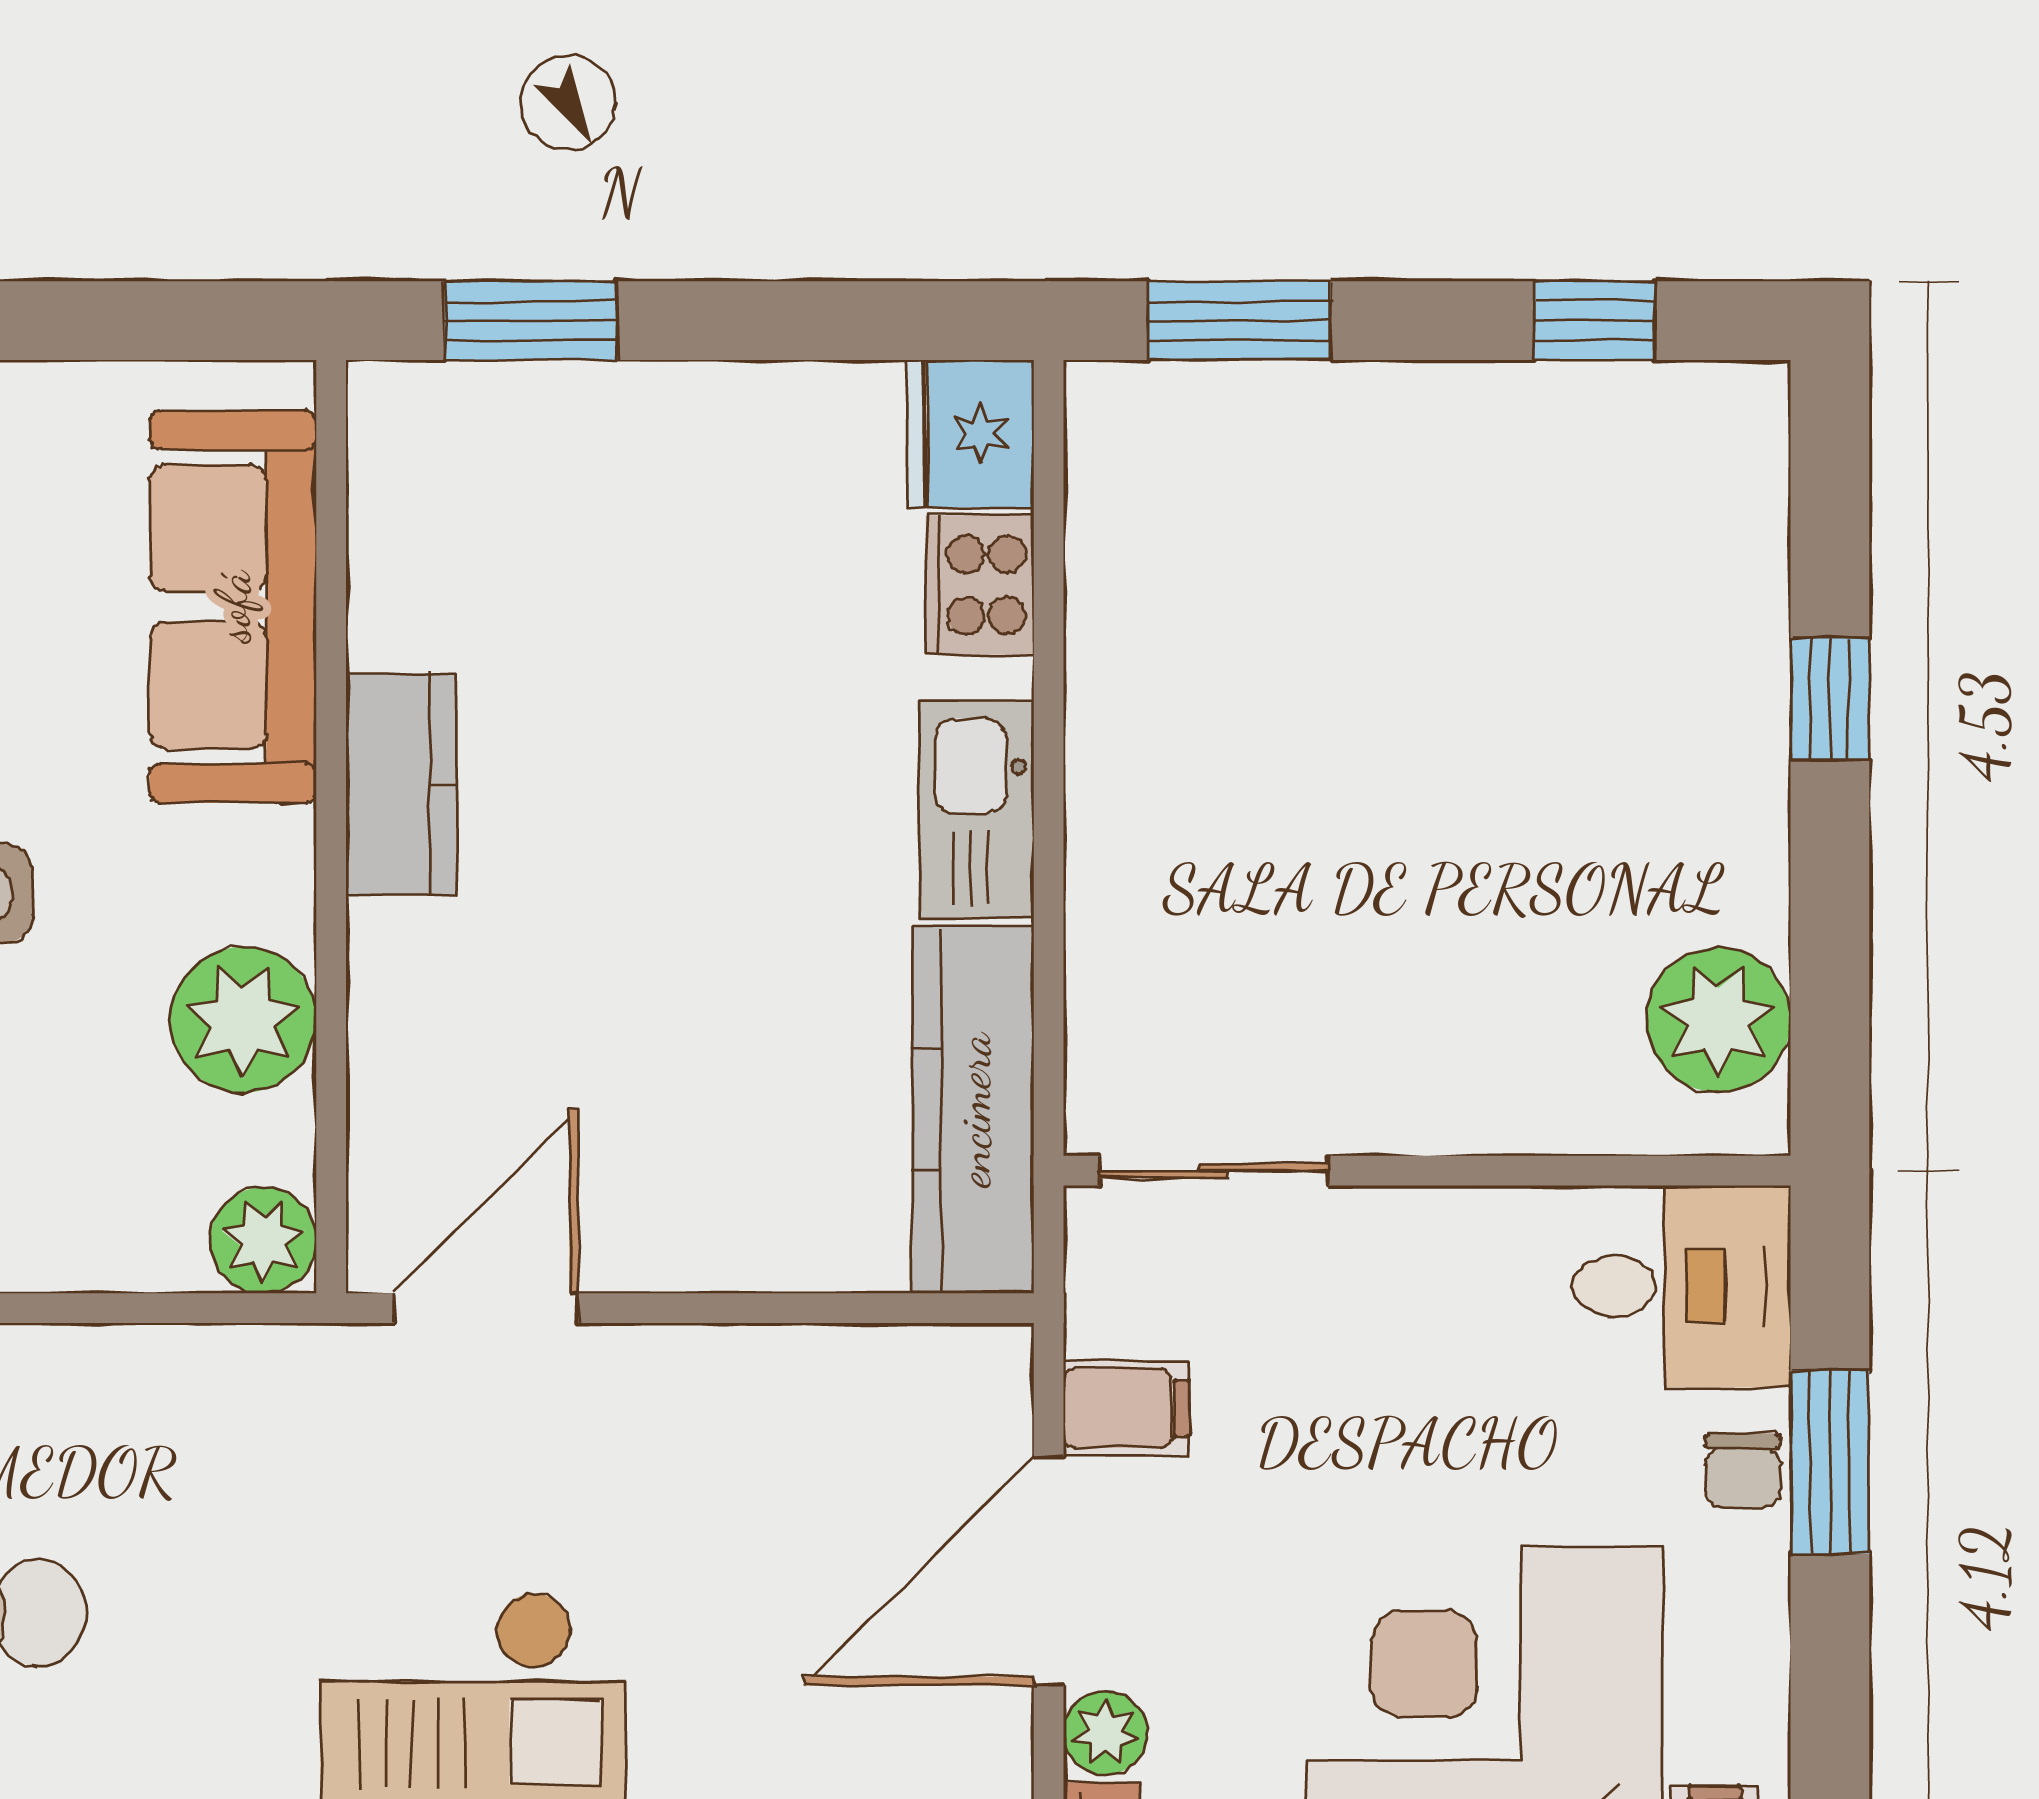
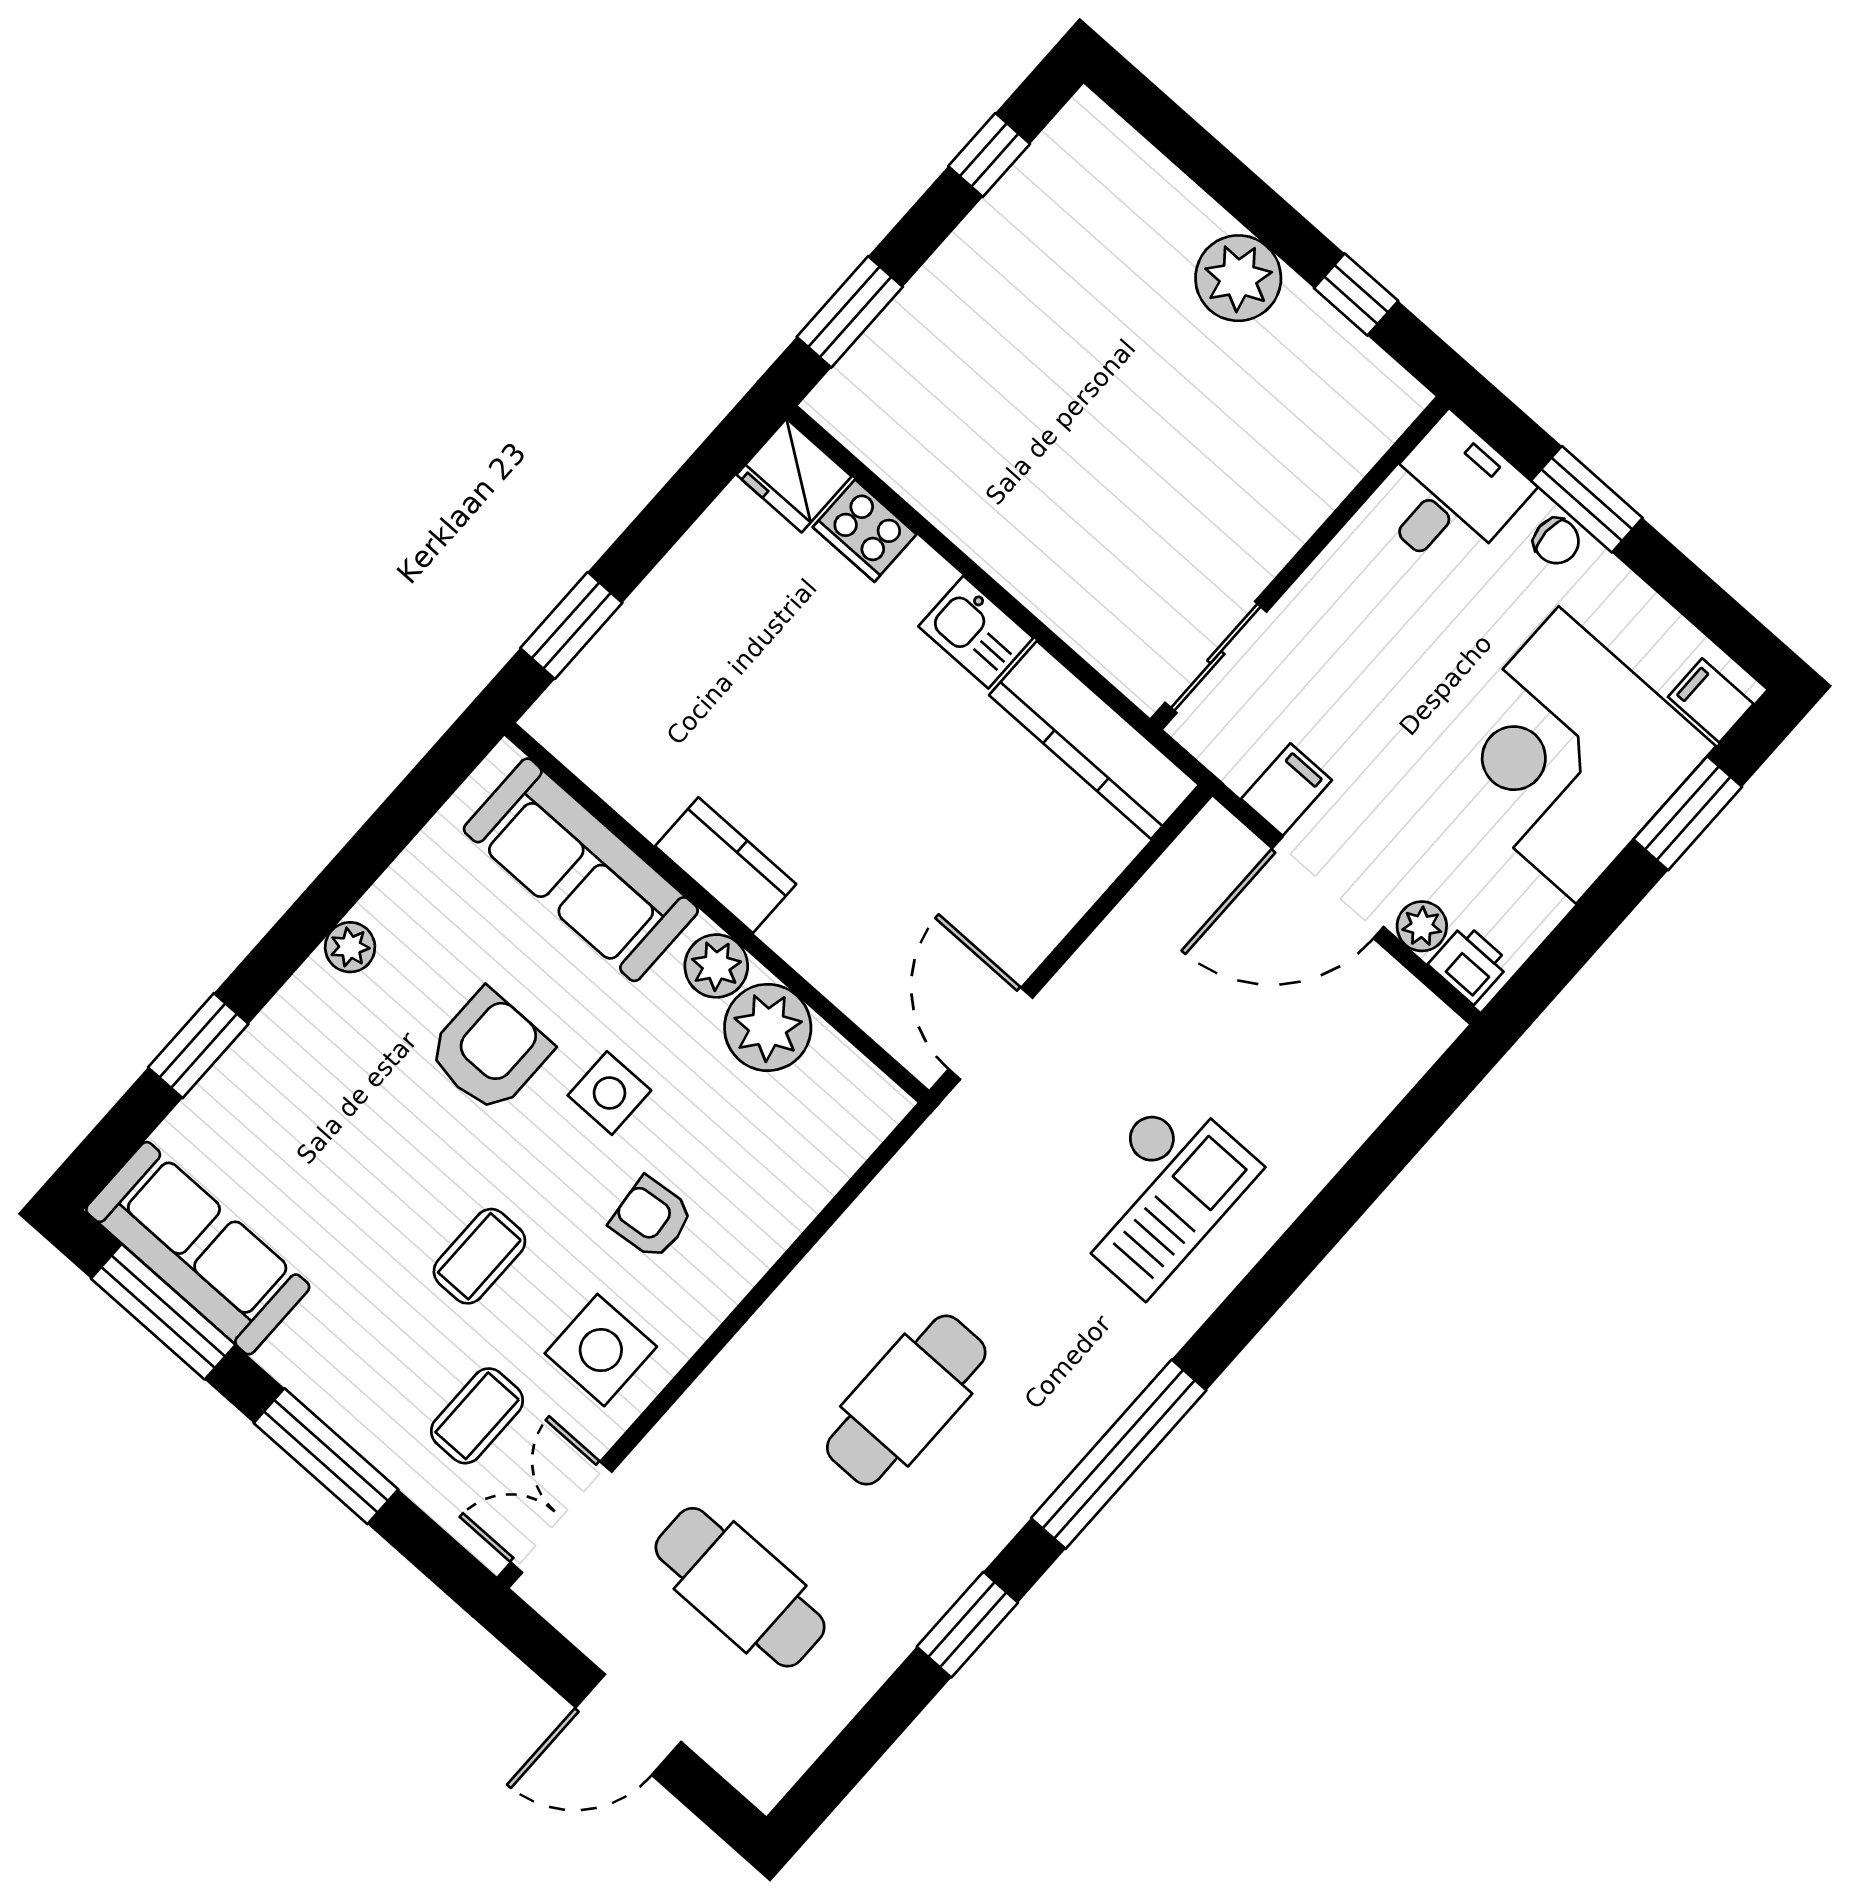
window: (1830, 699) -> (1356, 294), moved
kitchen sink: (976, 810) -> (976, 632), width x0.73
plant: (1718, 1020) -> (1238, 278), moved
plant: (263, 1240) -> (716, 966), moved
door: (1049, 1571) -> (1328, 888), hinge flipped

